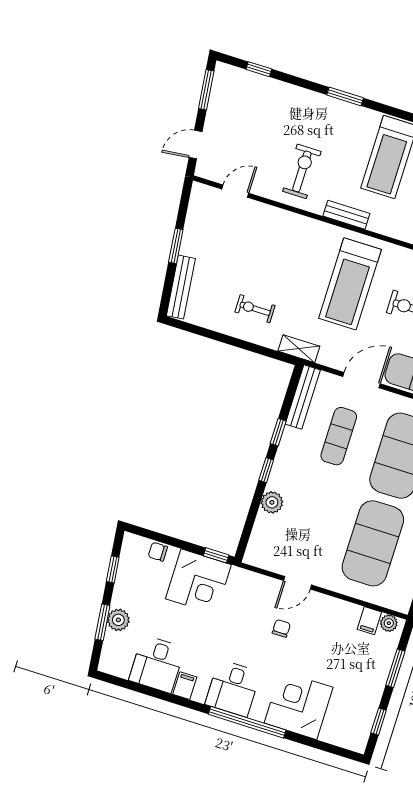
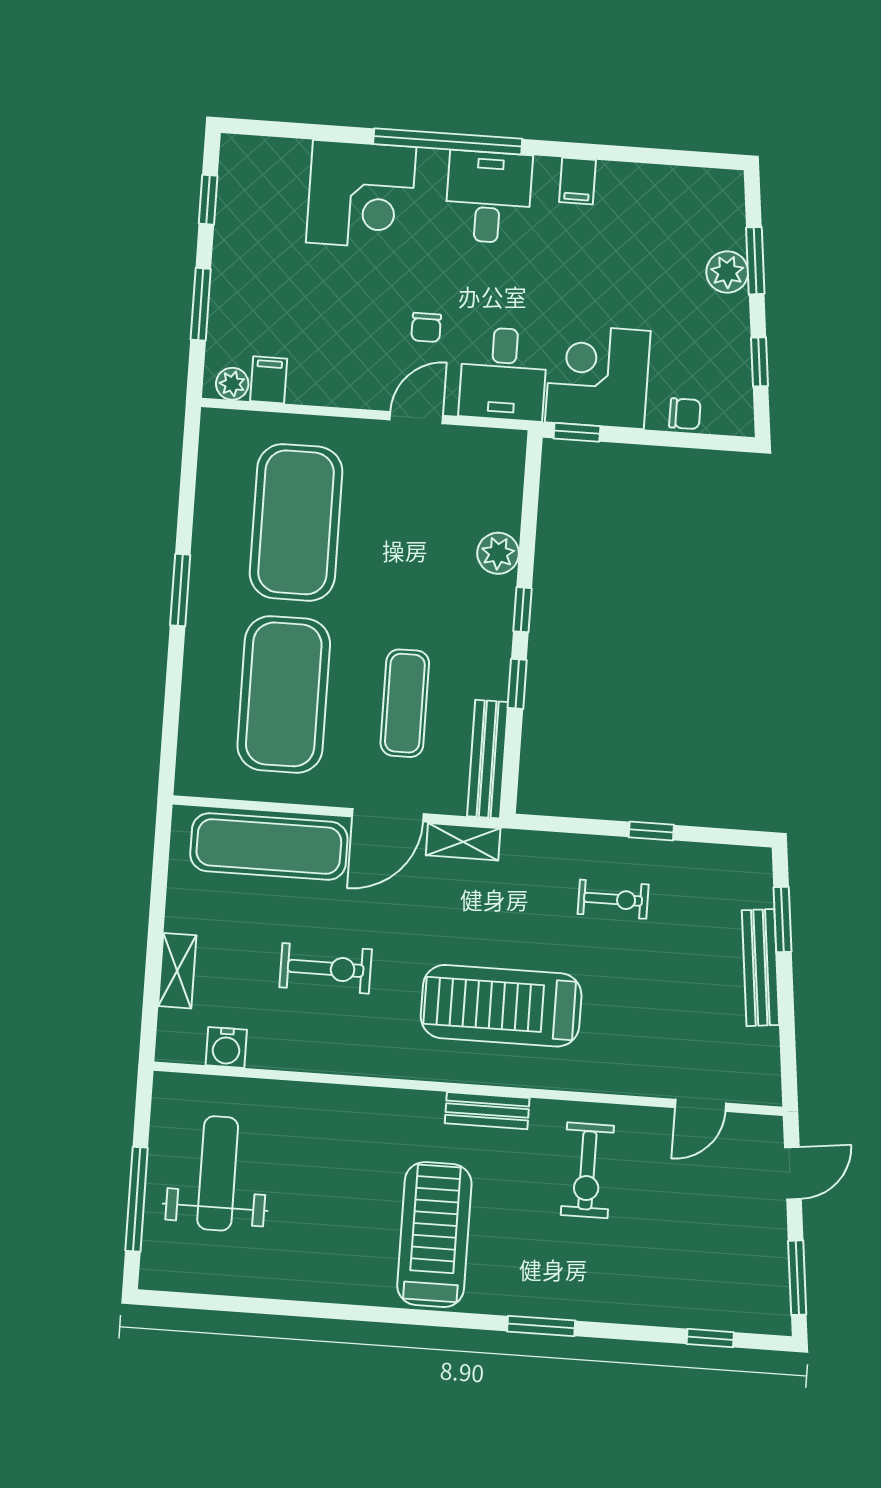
window: (176, 246) -> (782, 920), moved
treadmill: (350, 284) -> (501, 1006), moved, turned -90
bench: (181, 287) -> (760, 968), moved
window: (227, 339) -> (651, 831), added
shelving: (299, 349) -> (463, 842), moved
desk: (157, 664) -> (503, 374), moved, turned 180

